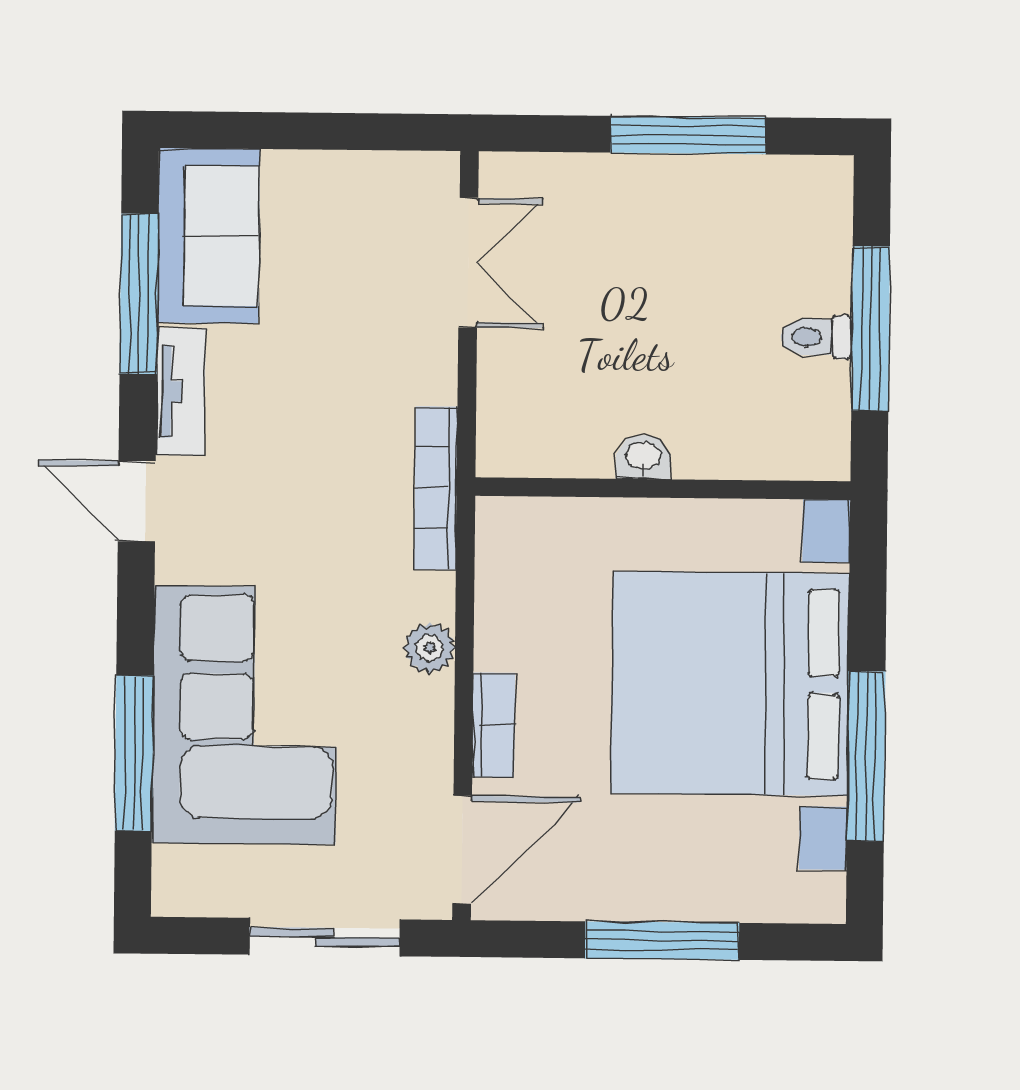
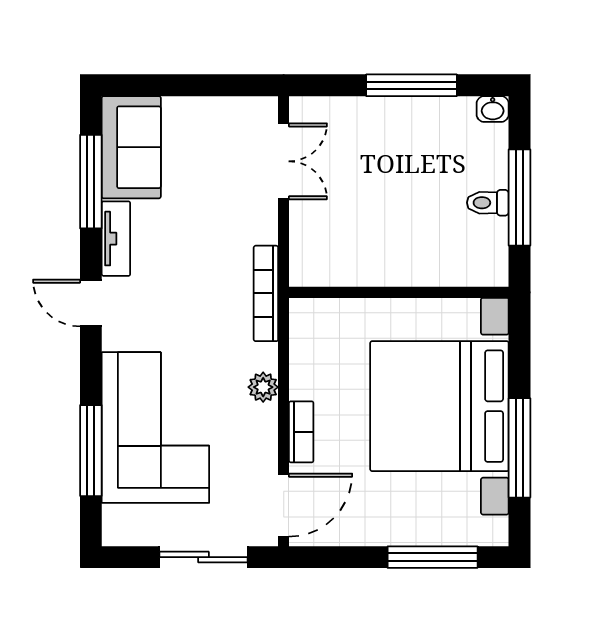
washbasin: (643, 457) -> (493, 109), moved, turned 180
window: (662, 941) -> (433, 557), moved

